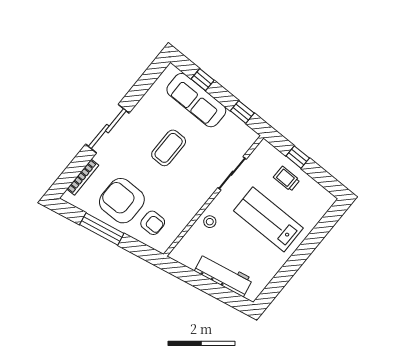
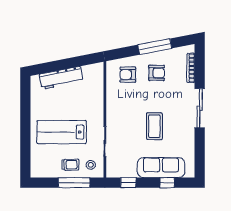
window: (298, 157) -> (74, 183), width x2.17
armchair: (122, 201) -> (157, 73), width x0.53, depth x0.53
lab bench: (268, 219) -> (62, 132), turned 180
stool: (210, 222) -> (91, 165), moved

